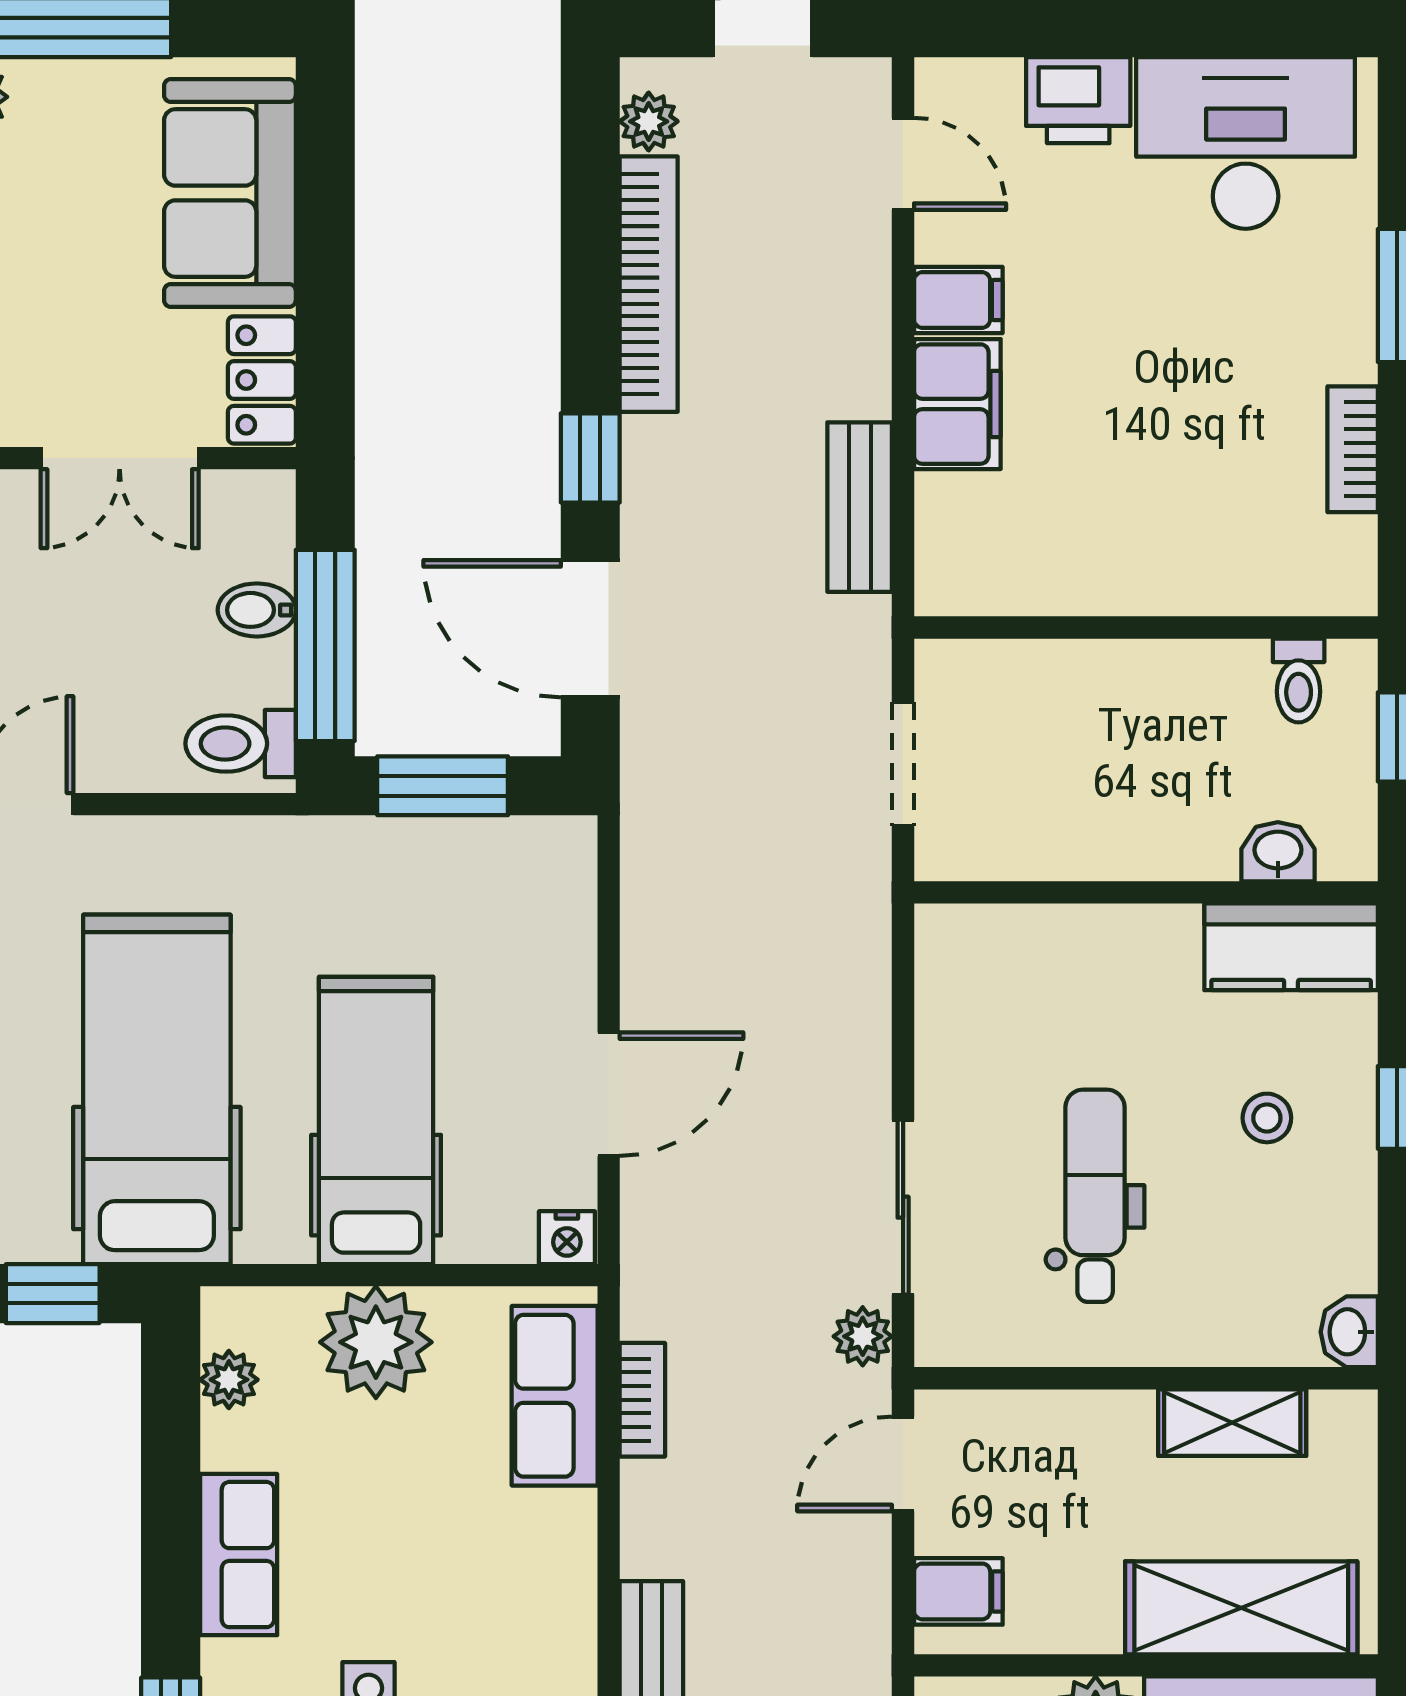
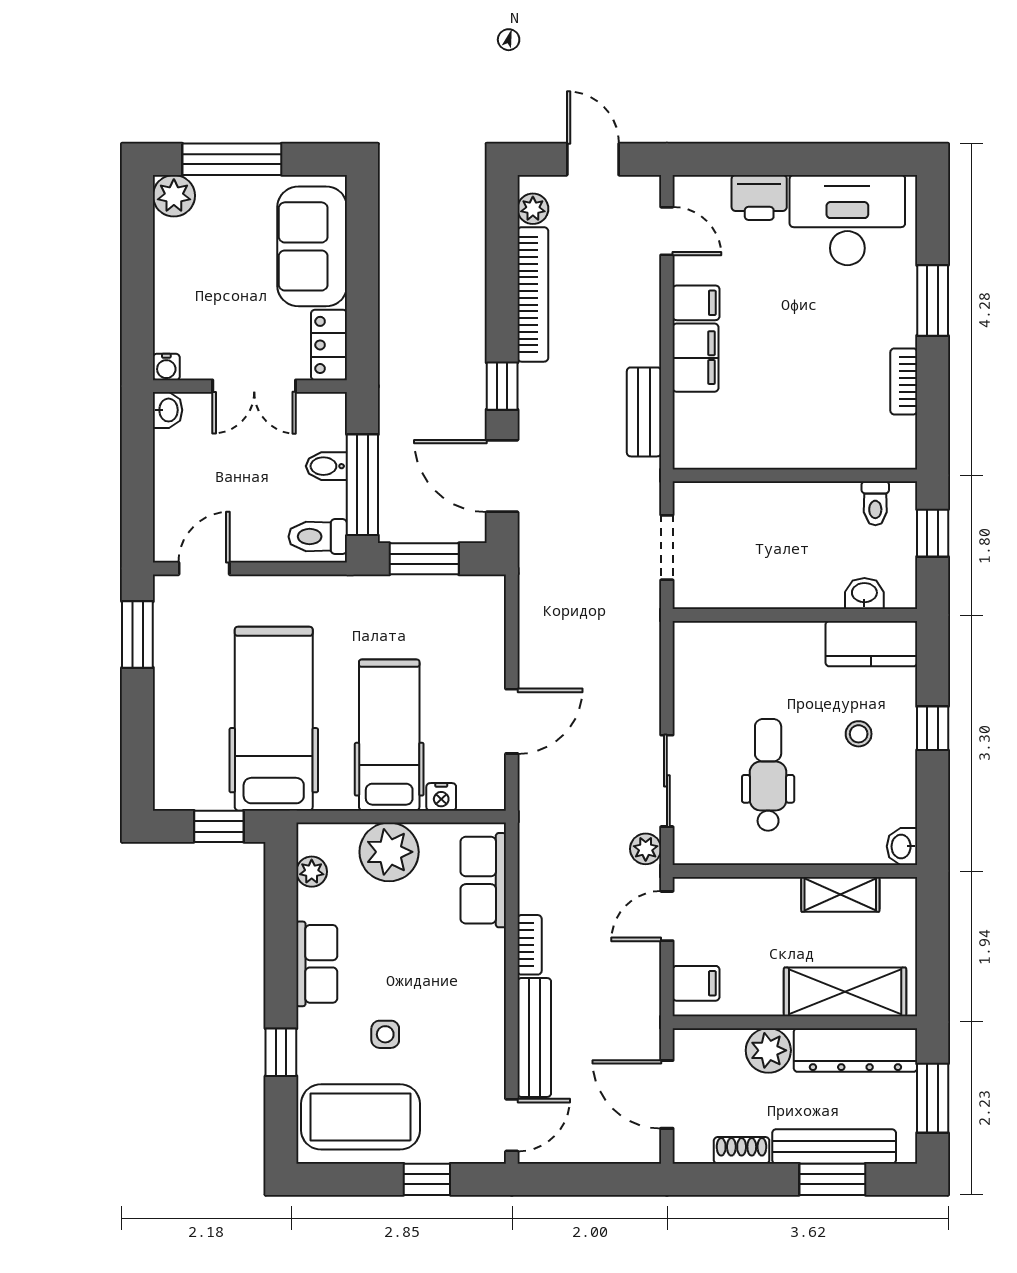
nightstand: (567, 1238) -> (441, 797), moved
bookcase: (642, 1400) -> (530, 945), moved

